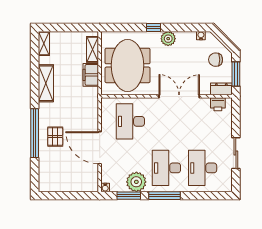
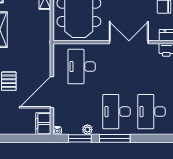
filing cabinet: (91, 75) -> (43, 124), moved
door: (100, 148) -> (52, 92), hinge flipped
plant: (136, 182) -> (87, 130), width x0.53, depth x0.53

